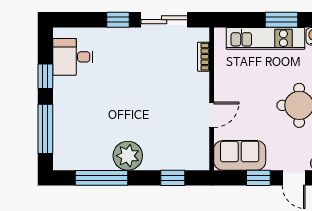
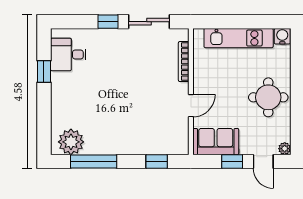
window: (282, 20) -> (253, 22), removed
bookcase: (203, 57) -> (184, 62), width x1.56
window: (45, 129) -> (44, 118), removed
plant: (128, 156) -> (71, 142), moved

